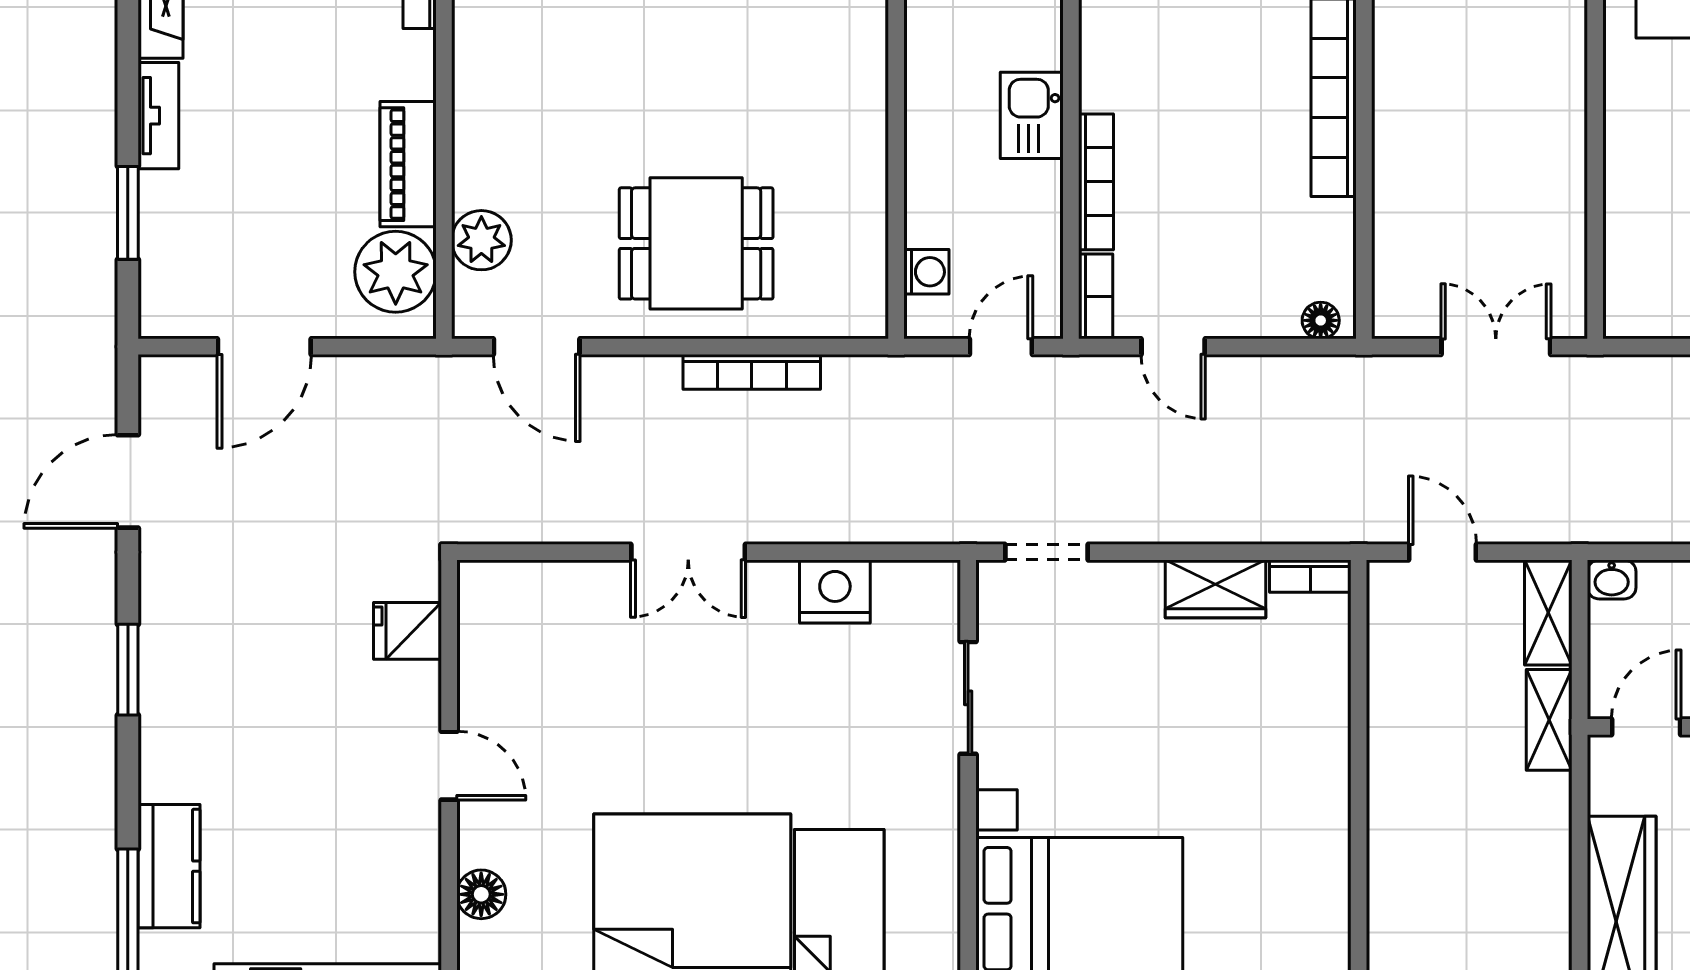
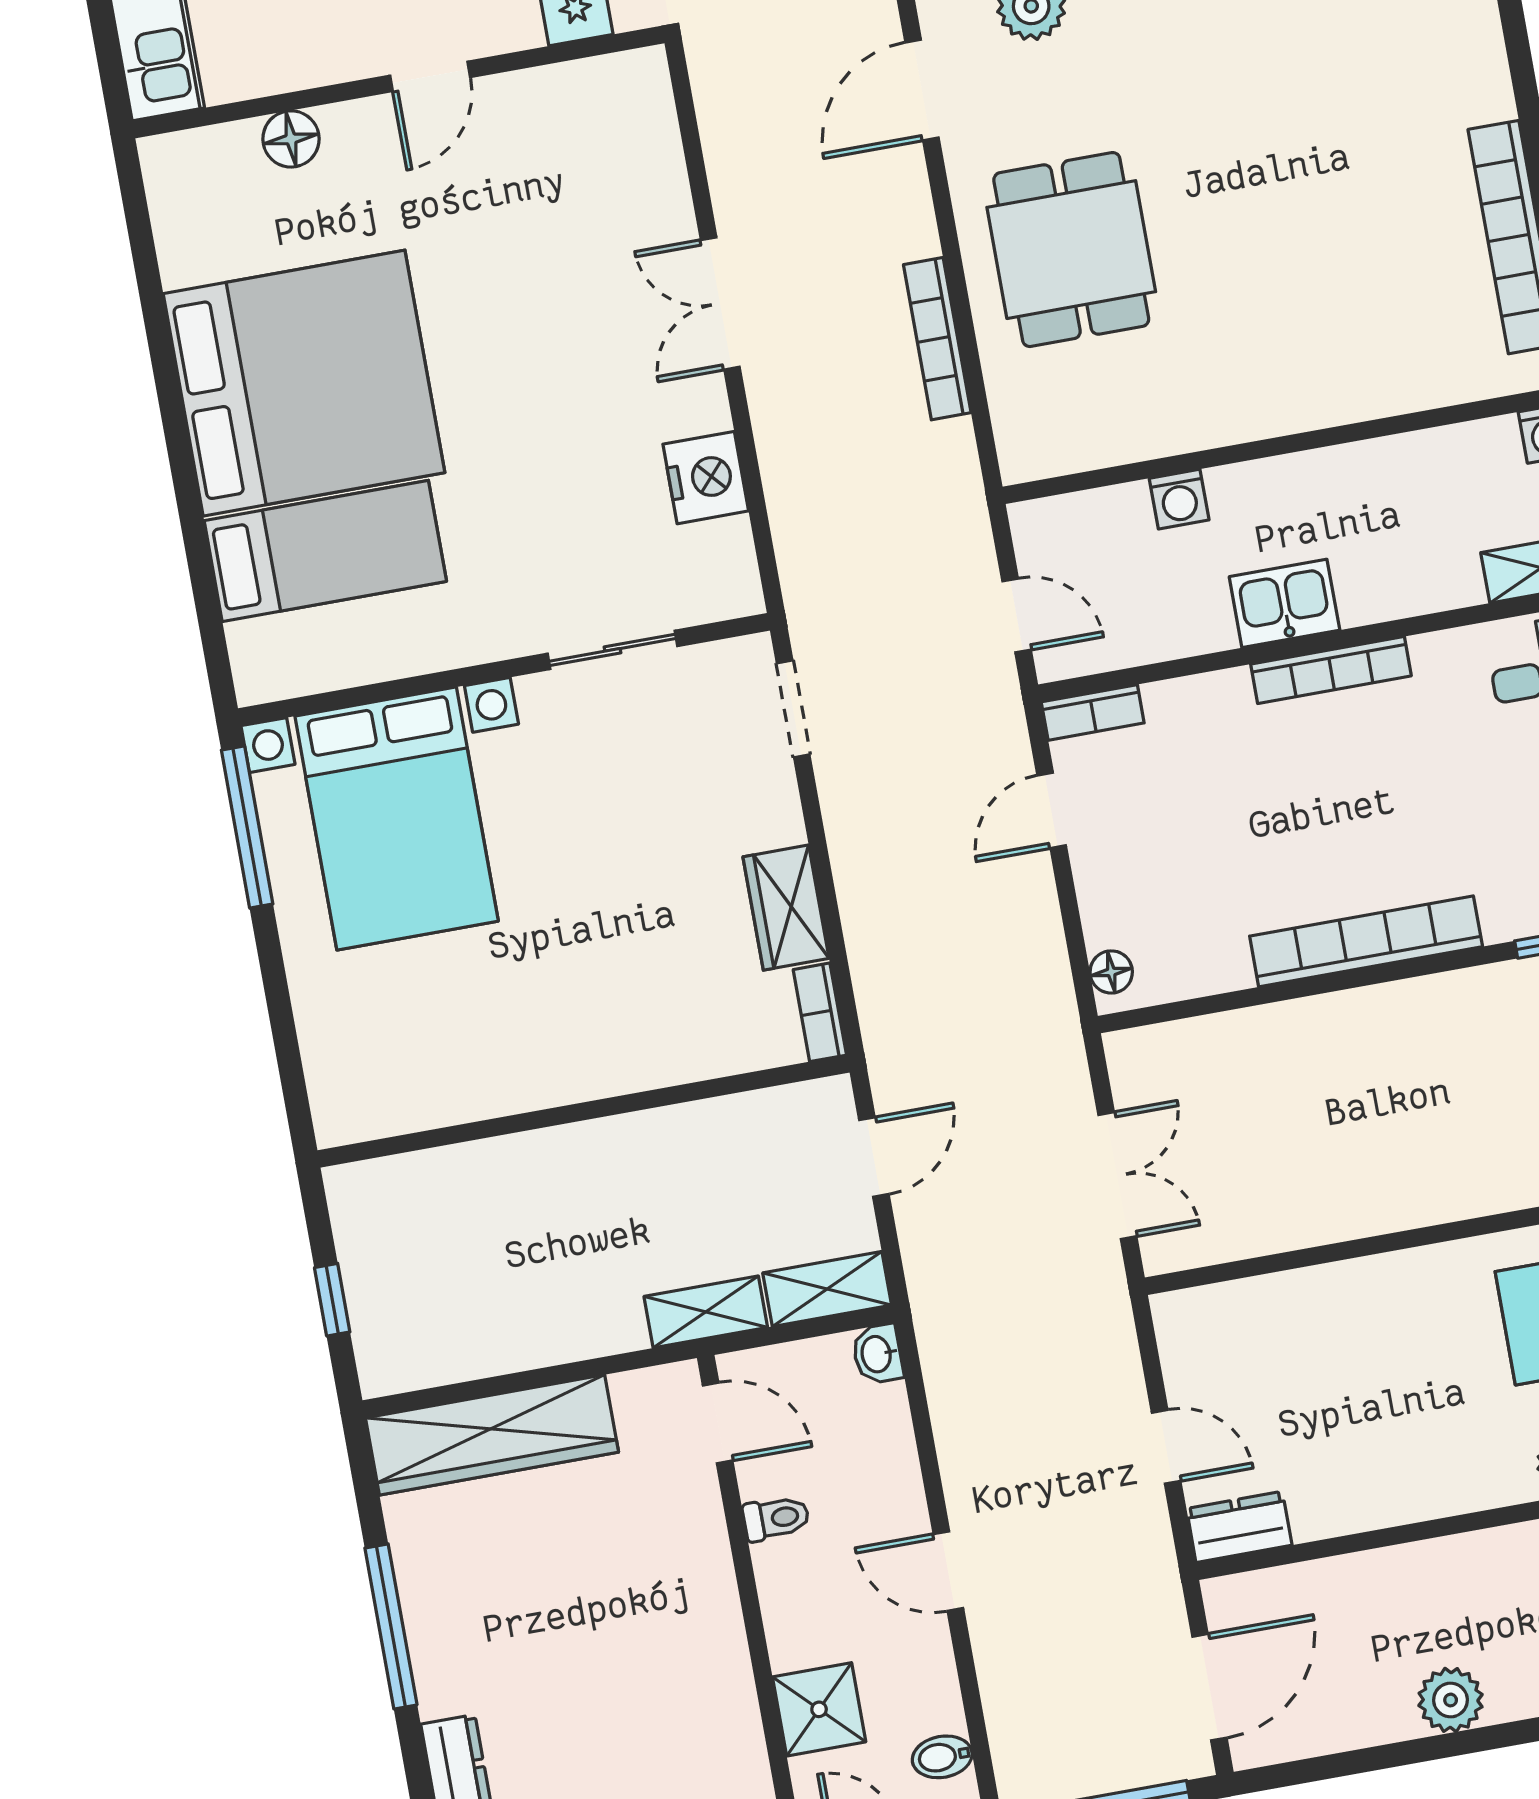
bookcase: (1096, 182) -> (1331, 670), moved
washing machine: (926, 272) -> (1179, 499), moved

